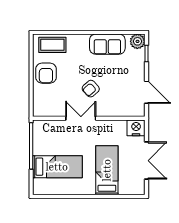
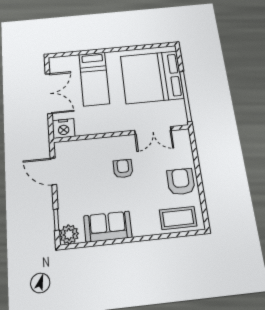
armchair: (91, 89) -> (123, 169), turned -48
double door: (81, 118) -> (153, 131), moved
double door: (146, 161) -> (49, 94), swing flipped
bed: (57, 167) -> (152, 77), width x2.04

